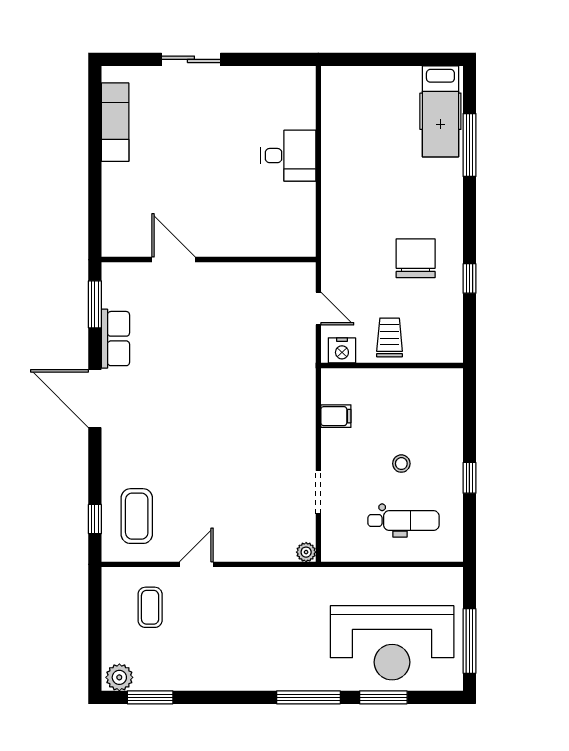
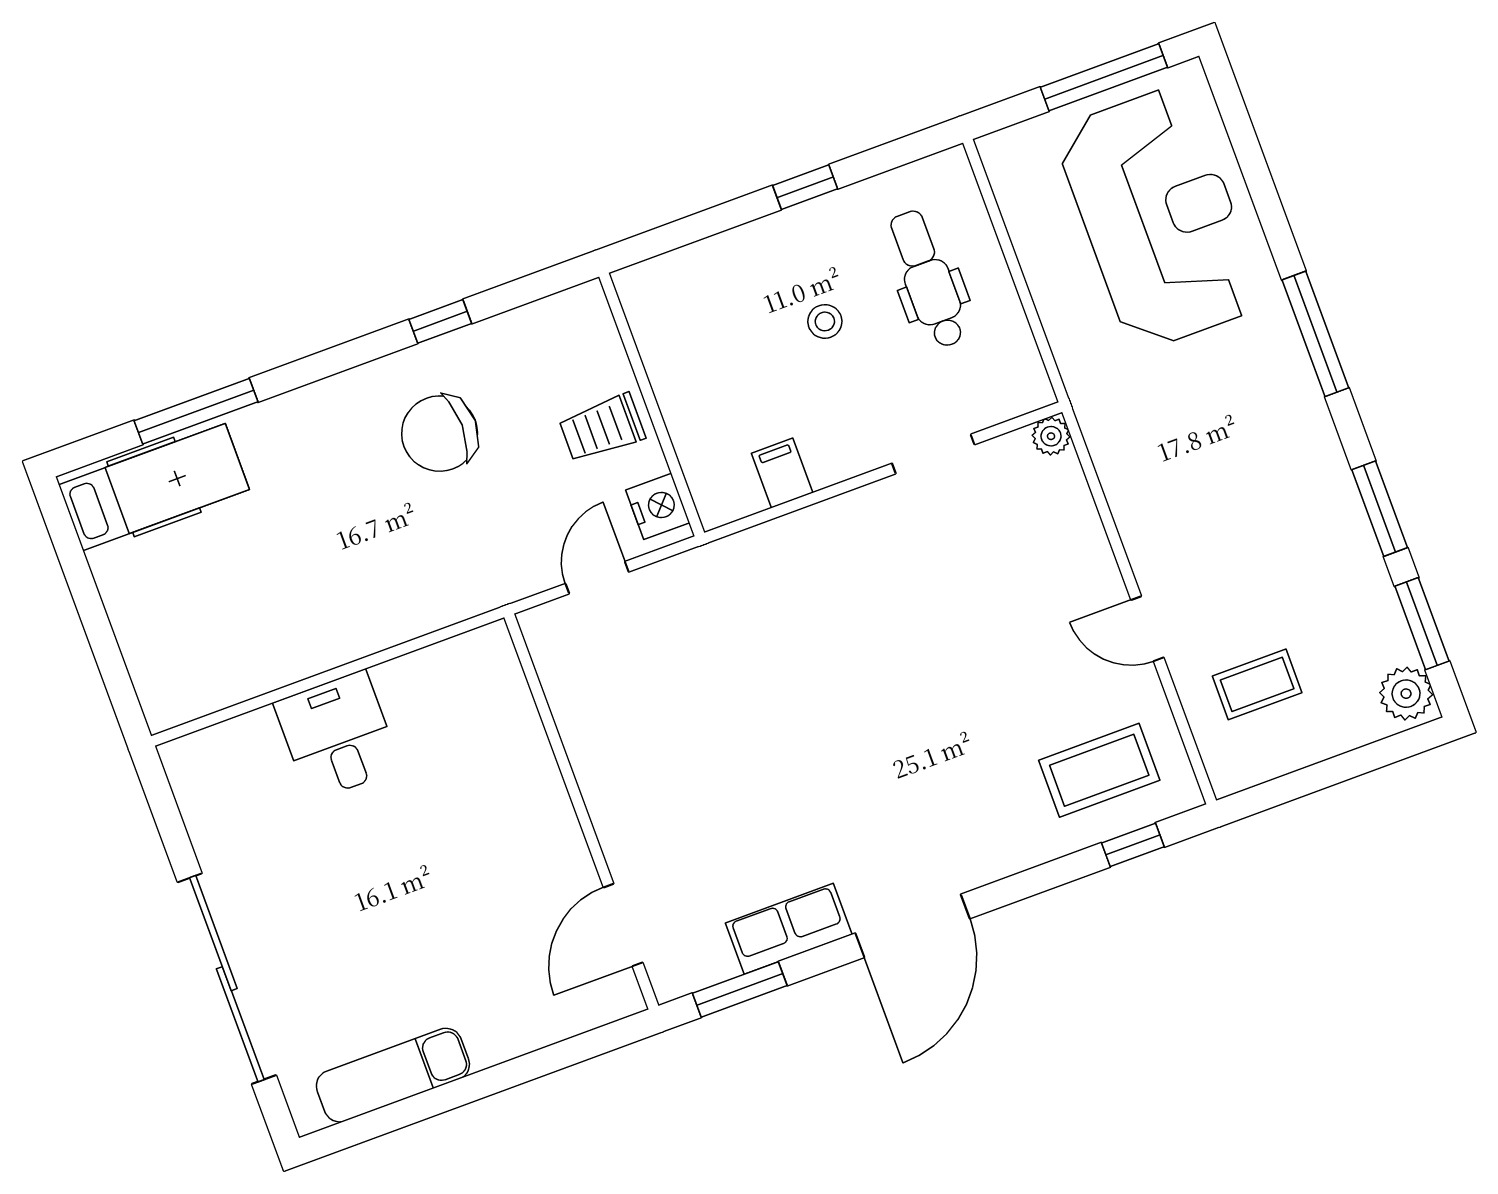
sliding door: (191, 59) -> (227, 979), width x1.86
door: (174, 260) -> (623, 925), moved
window: (383, 697) -> (1380, 509), moved

